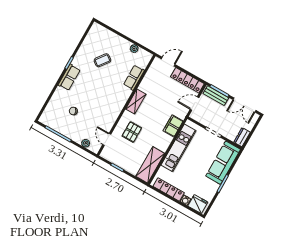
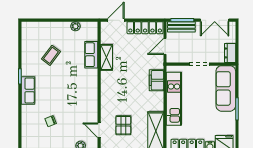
shelving: (136, 102) -> (106, 57), moved
pallet: (132, 132) -> (123, 125), moved

